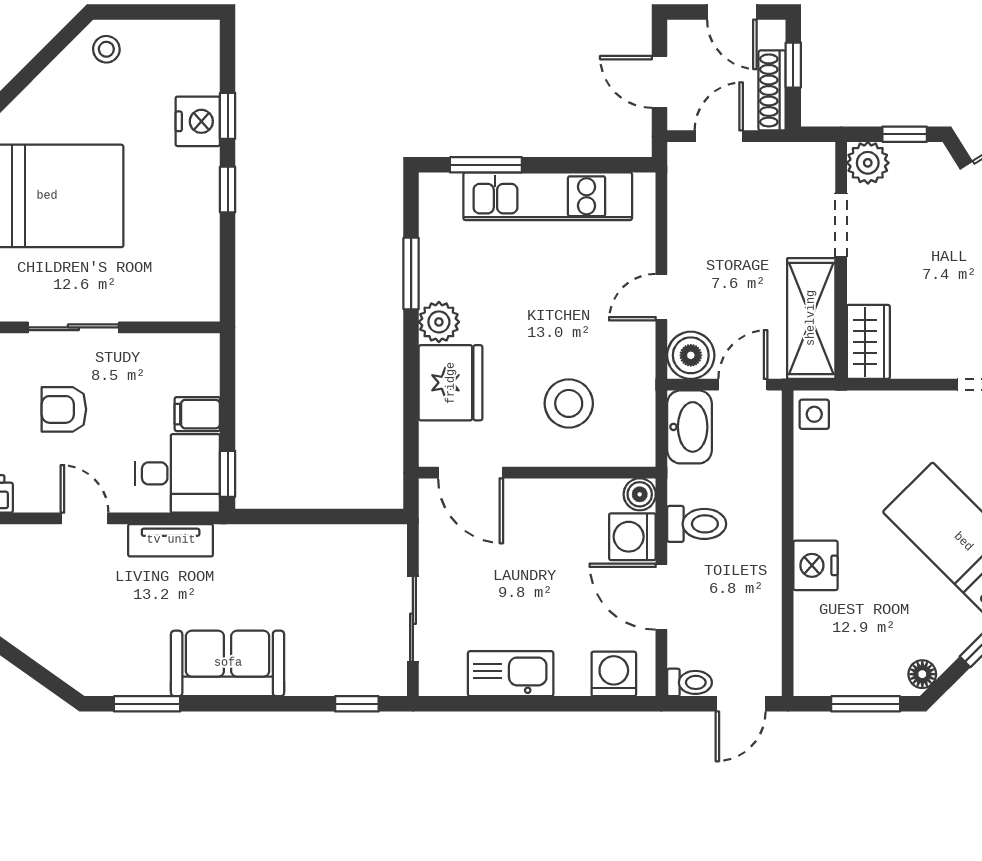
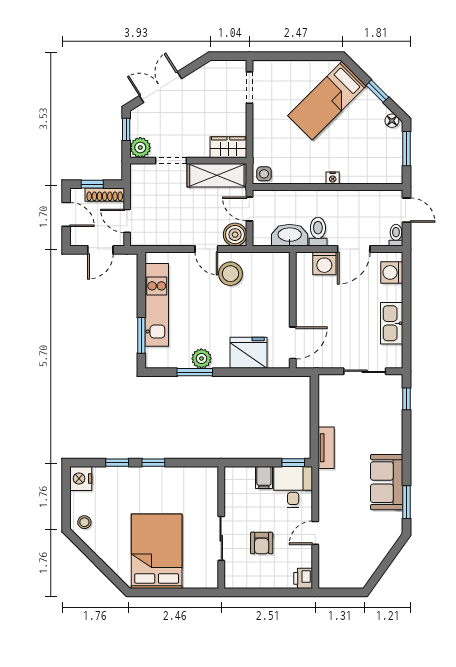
door: (732, 12) -> (66, 214), hinge flipped
nightstand: (198, 121) -> (81, 478), moved, turned -90
plant: (439, 322) -> (201, 359), moved
stool: (569, 403) -> (230, 274), moved
washbasin: (690, 427) -> (290, 235), moved
boiler: (640, 494) -> (303, 260), removed
tv unit: (171, 540) -> (326, 448), moved
nightstand: (815, 565) -> (333, 178), width x0.53, depth x0.56
sofa: (228, 663) -> (387, 482), moved

